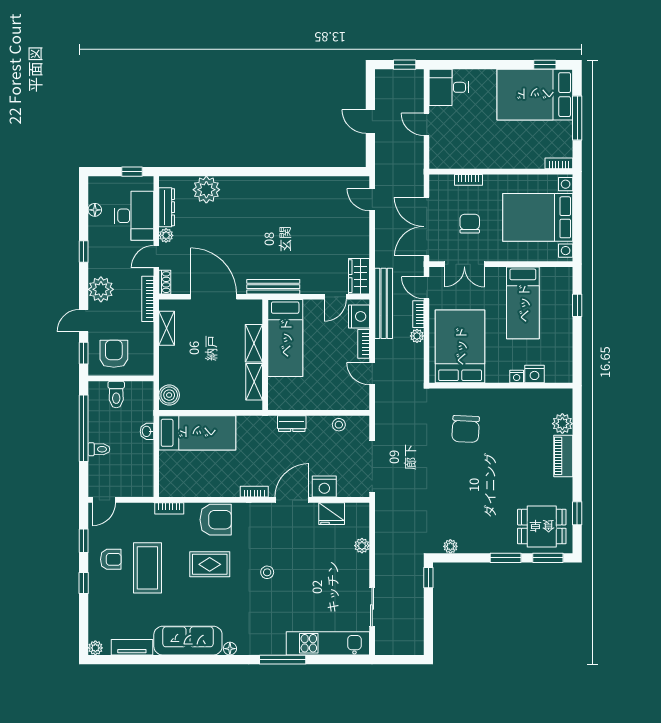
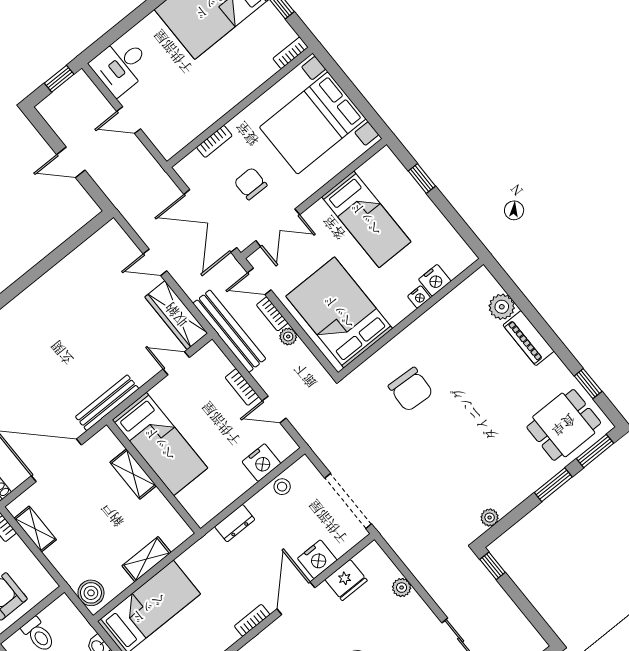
door: (372, 200) -> (155, 262), moved
wardrobe: (359, 276) -> (176, 315), width x1.50
door: (335, 297) -> (176, 363), swing flipped
nightstand: (359, 316) -> (261, 463), moved, turned 90
shelving: (254, 382) -> (146, 559), moved, turned 90

